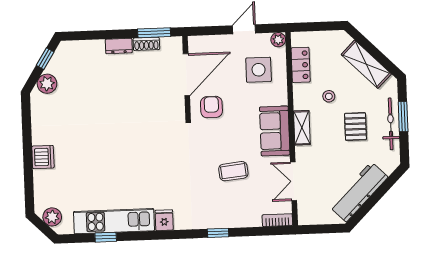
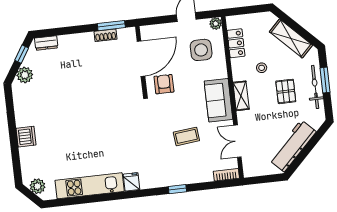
dresser: (119, 46) -> (46, 43), moved
window: (106, 237) -> (84, 200), removed

